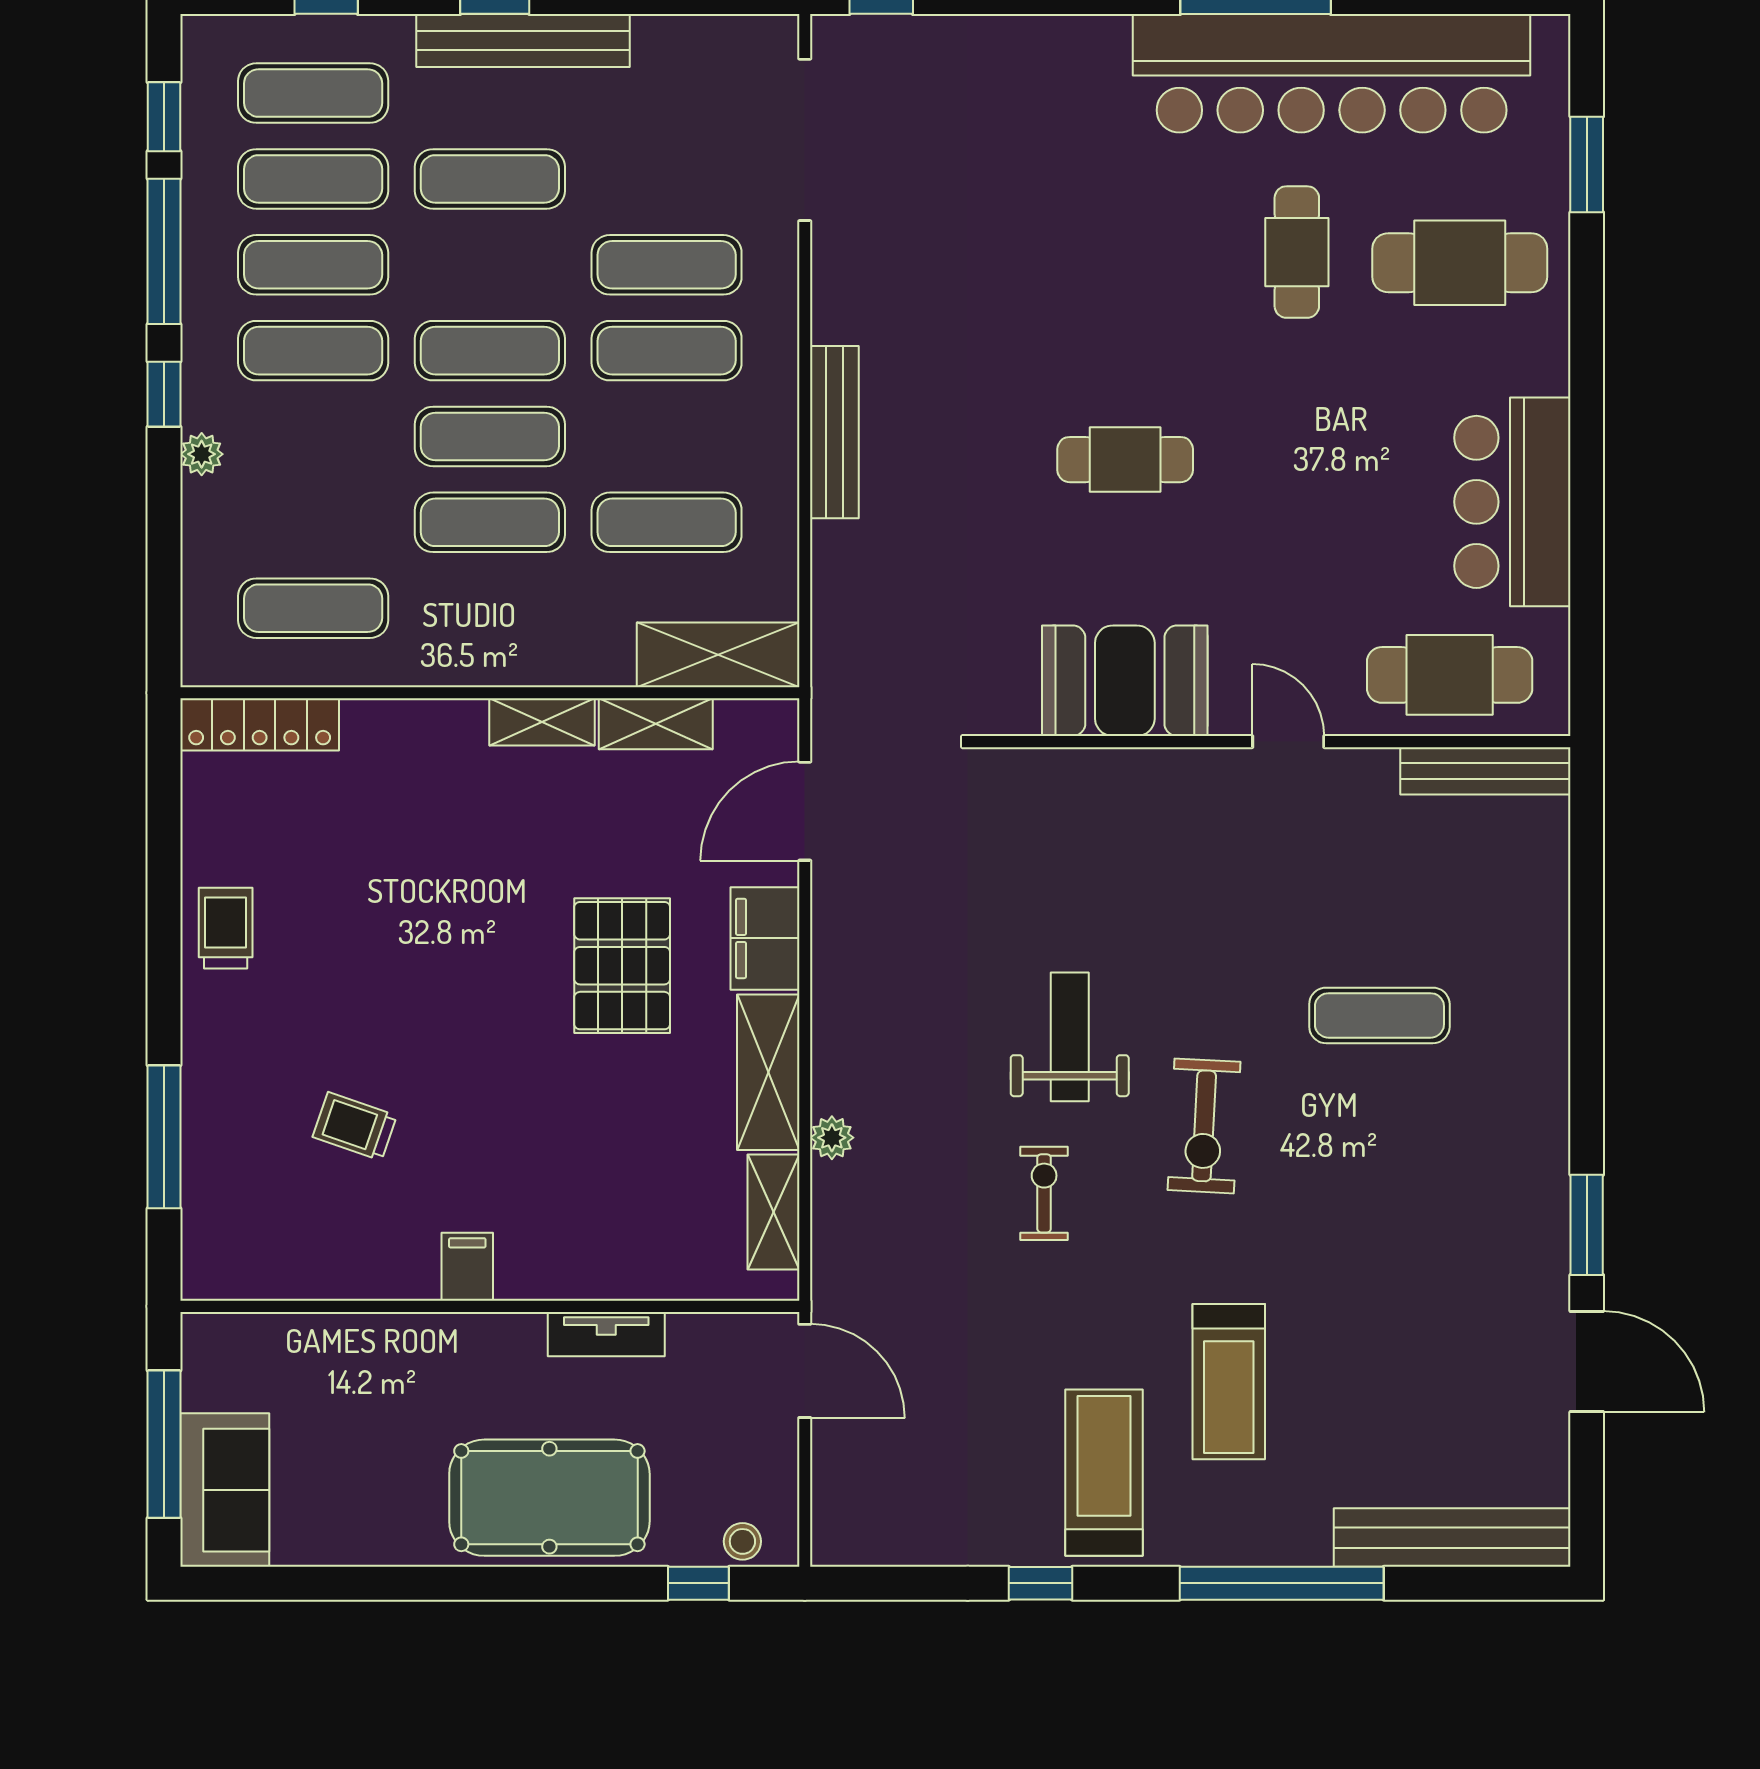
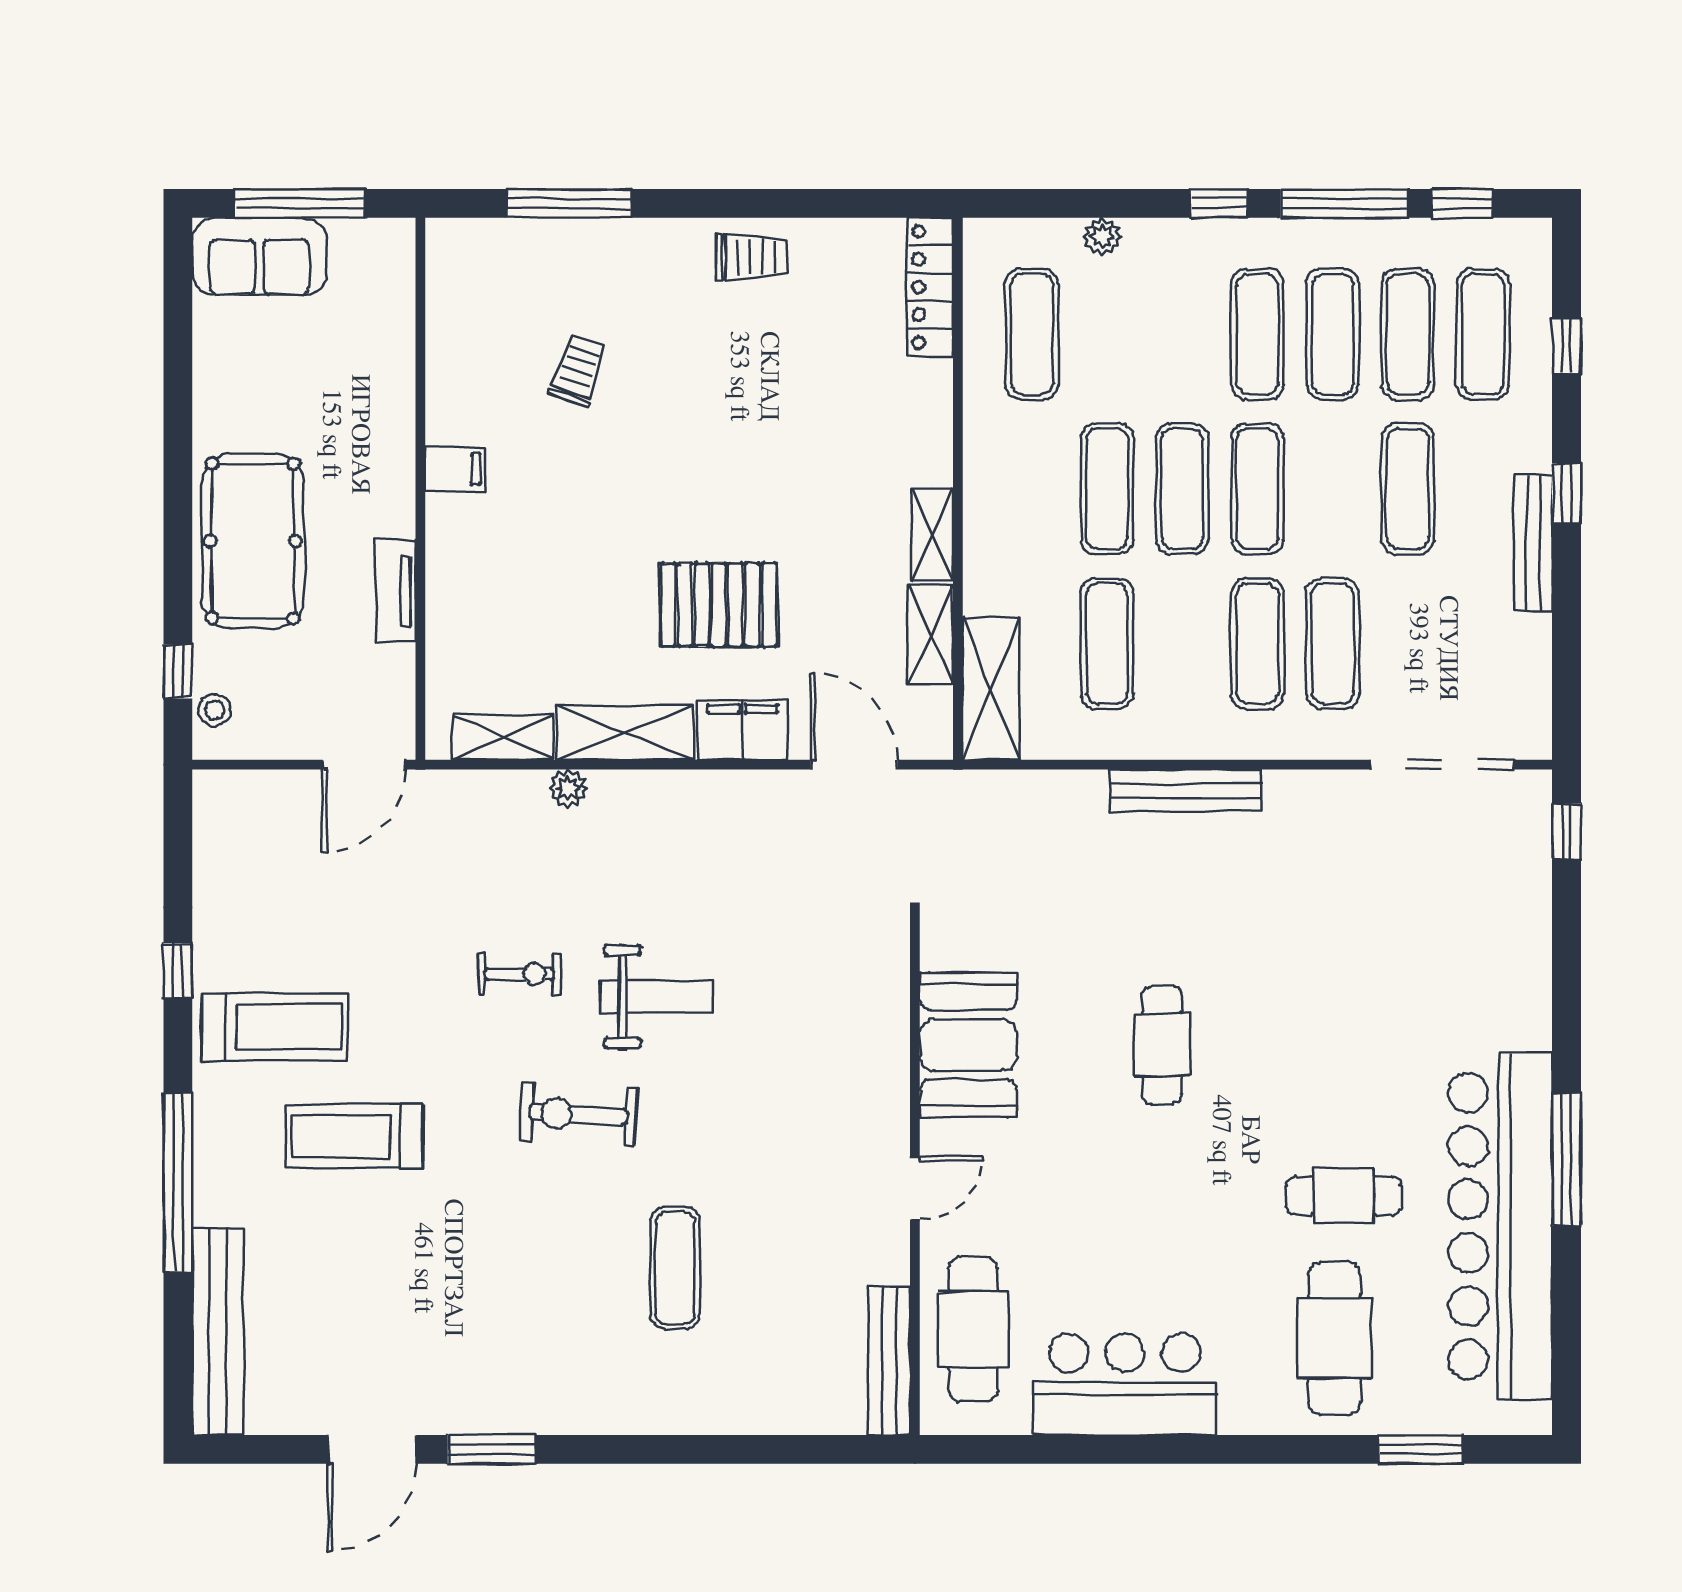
bench: (523, 40) -> (1533, 543), width x0.73, depth x0.82
plant: (202, 454) -> (1102, 236), moved

